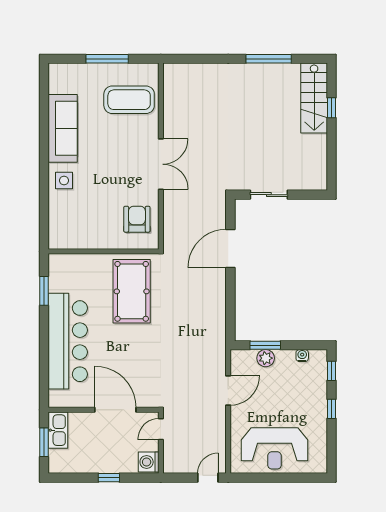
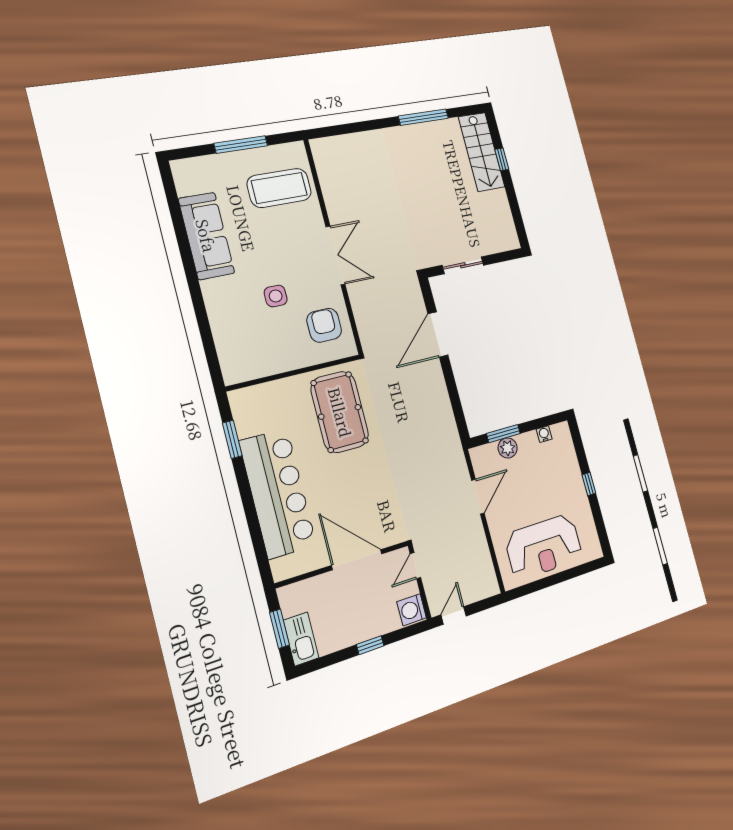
side table: (64, 181) -> (276, 296), moved
window: (331, 371) -> (578, 442), removed
kitchen sink: (58, 430) -> (301, 639), moved
door: (208, 478) -> (454, 615), moved

